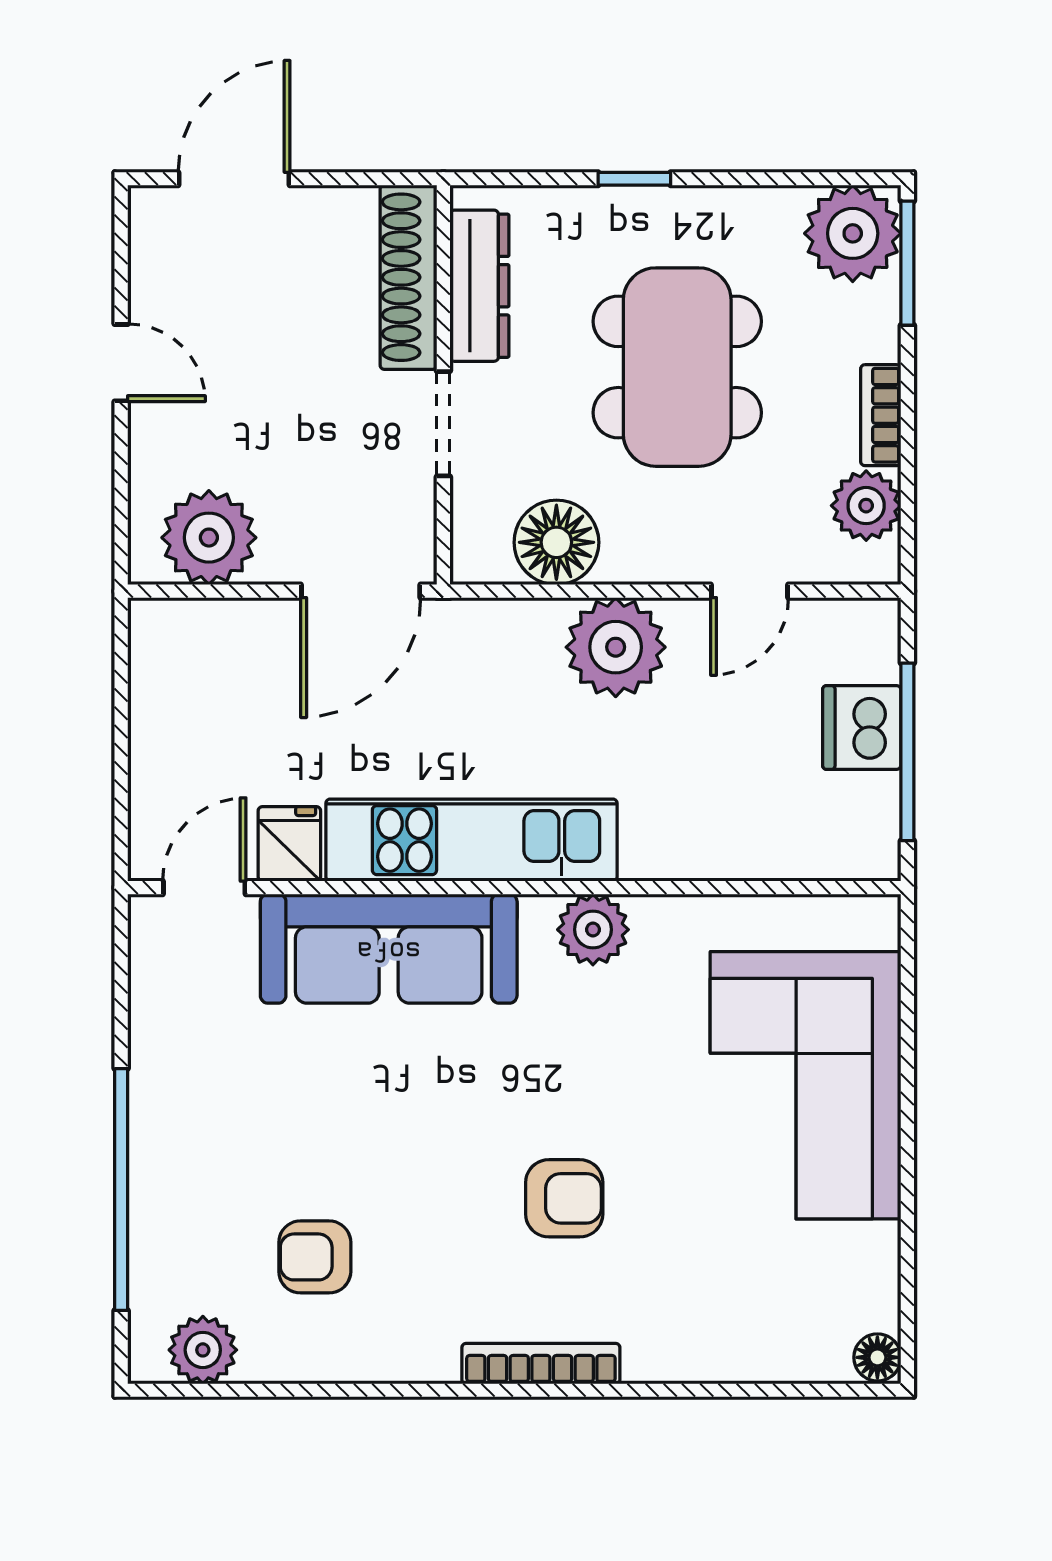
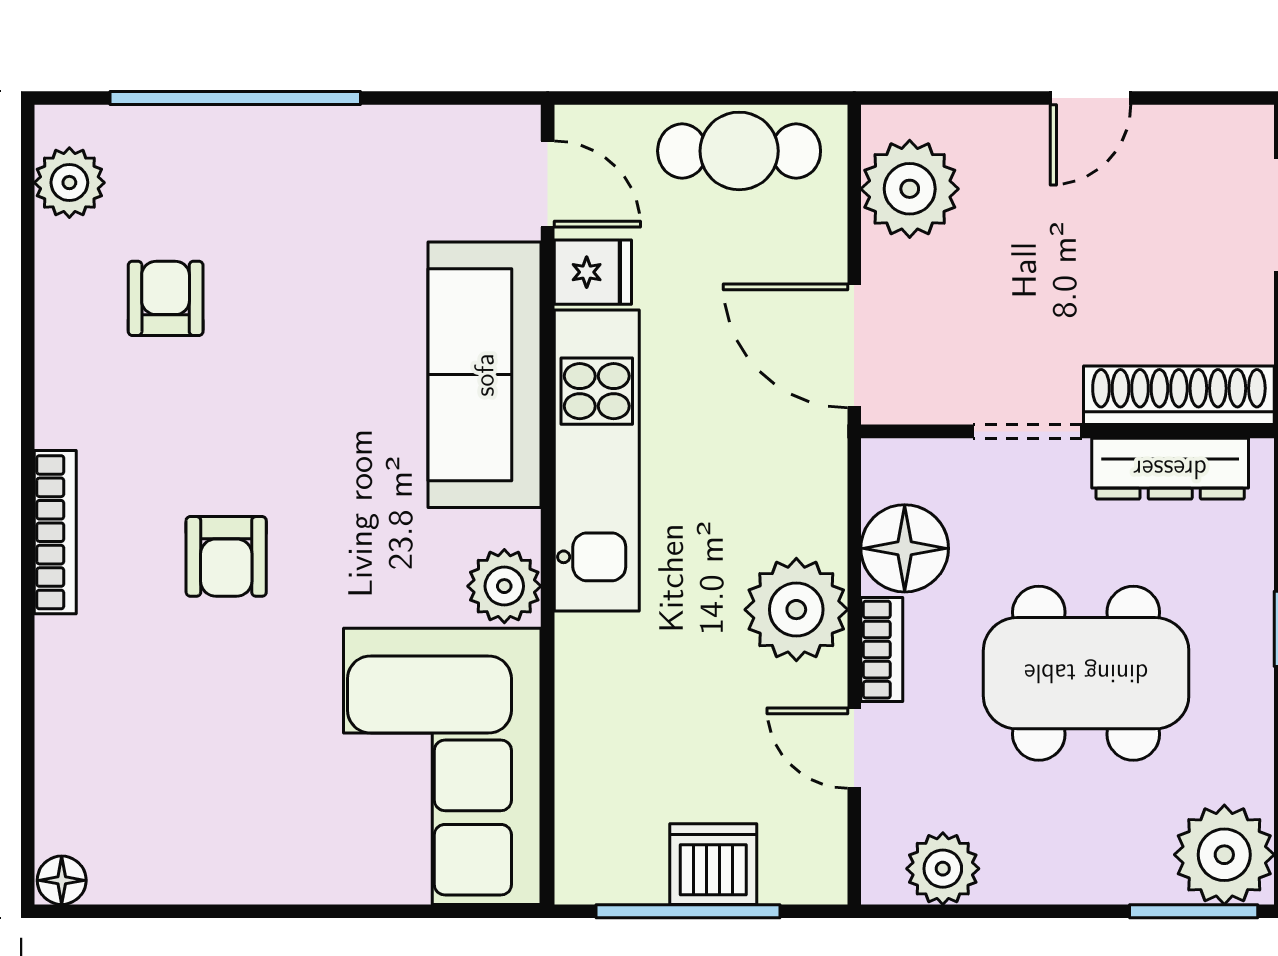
bookcase: (881, 415) -> (882, 650), moved, turned 90
cafe table: (172, 702) -> (739, 151), added
corner sofa: (806, 1085) -> (442, 766), moved, turned -90

